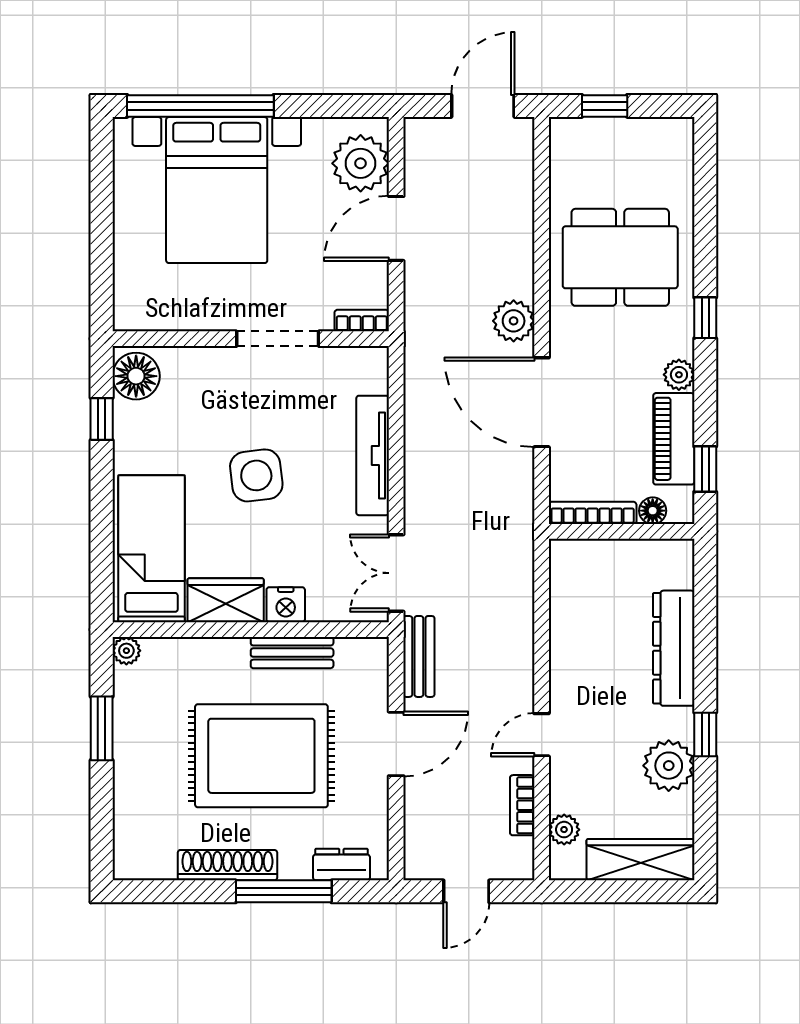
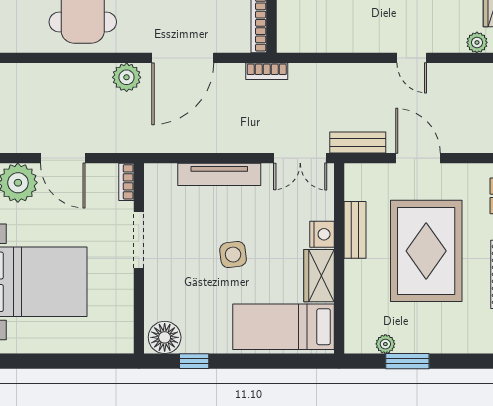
side table: (256, 475) -> (233, 255), width x0.73, depth x0.73
plant: (126, 651) -> (385, 344), moved
bookcase: (522, 805) -> (267, 71), moved

